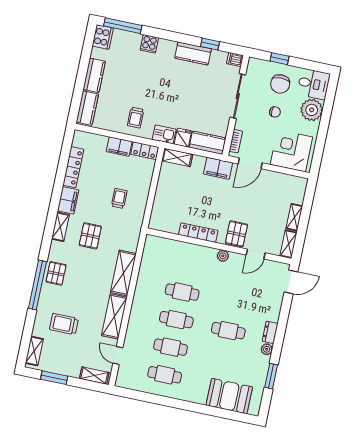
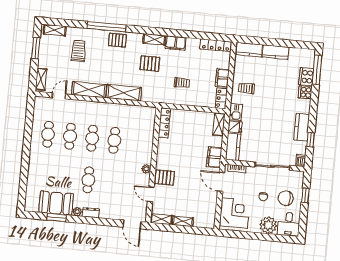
cooker: (103, 37) -> (306, 77), moved, turned 90
locker: (73, 167) -> (216, 45), moved
locker: (198, 233) -> (164, 123), moved
booth: (229, 396) -> (56, 203), moved, turned 90

